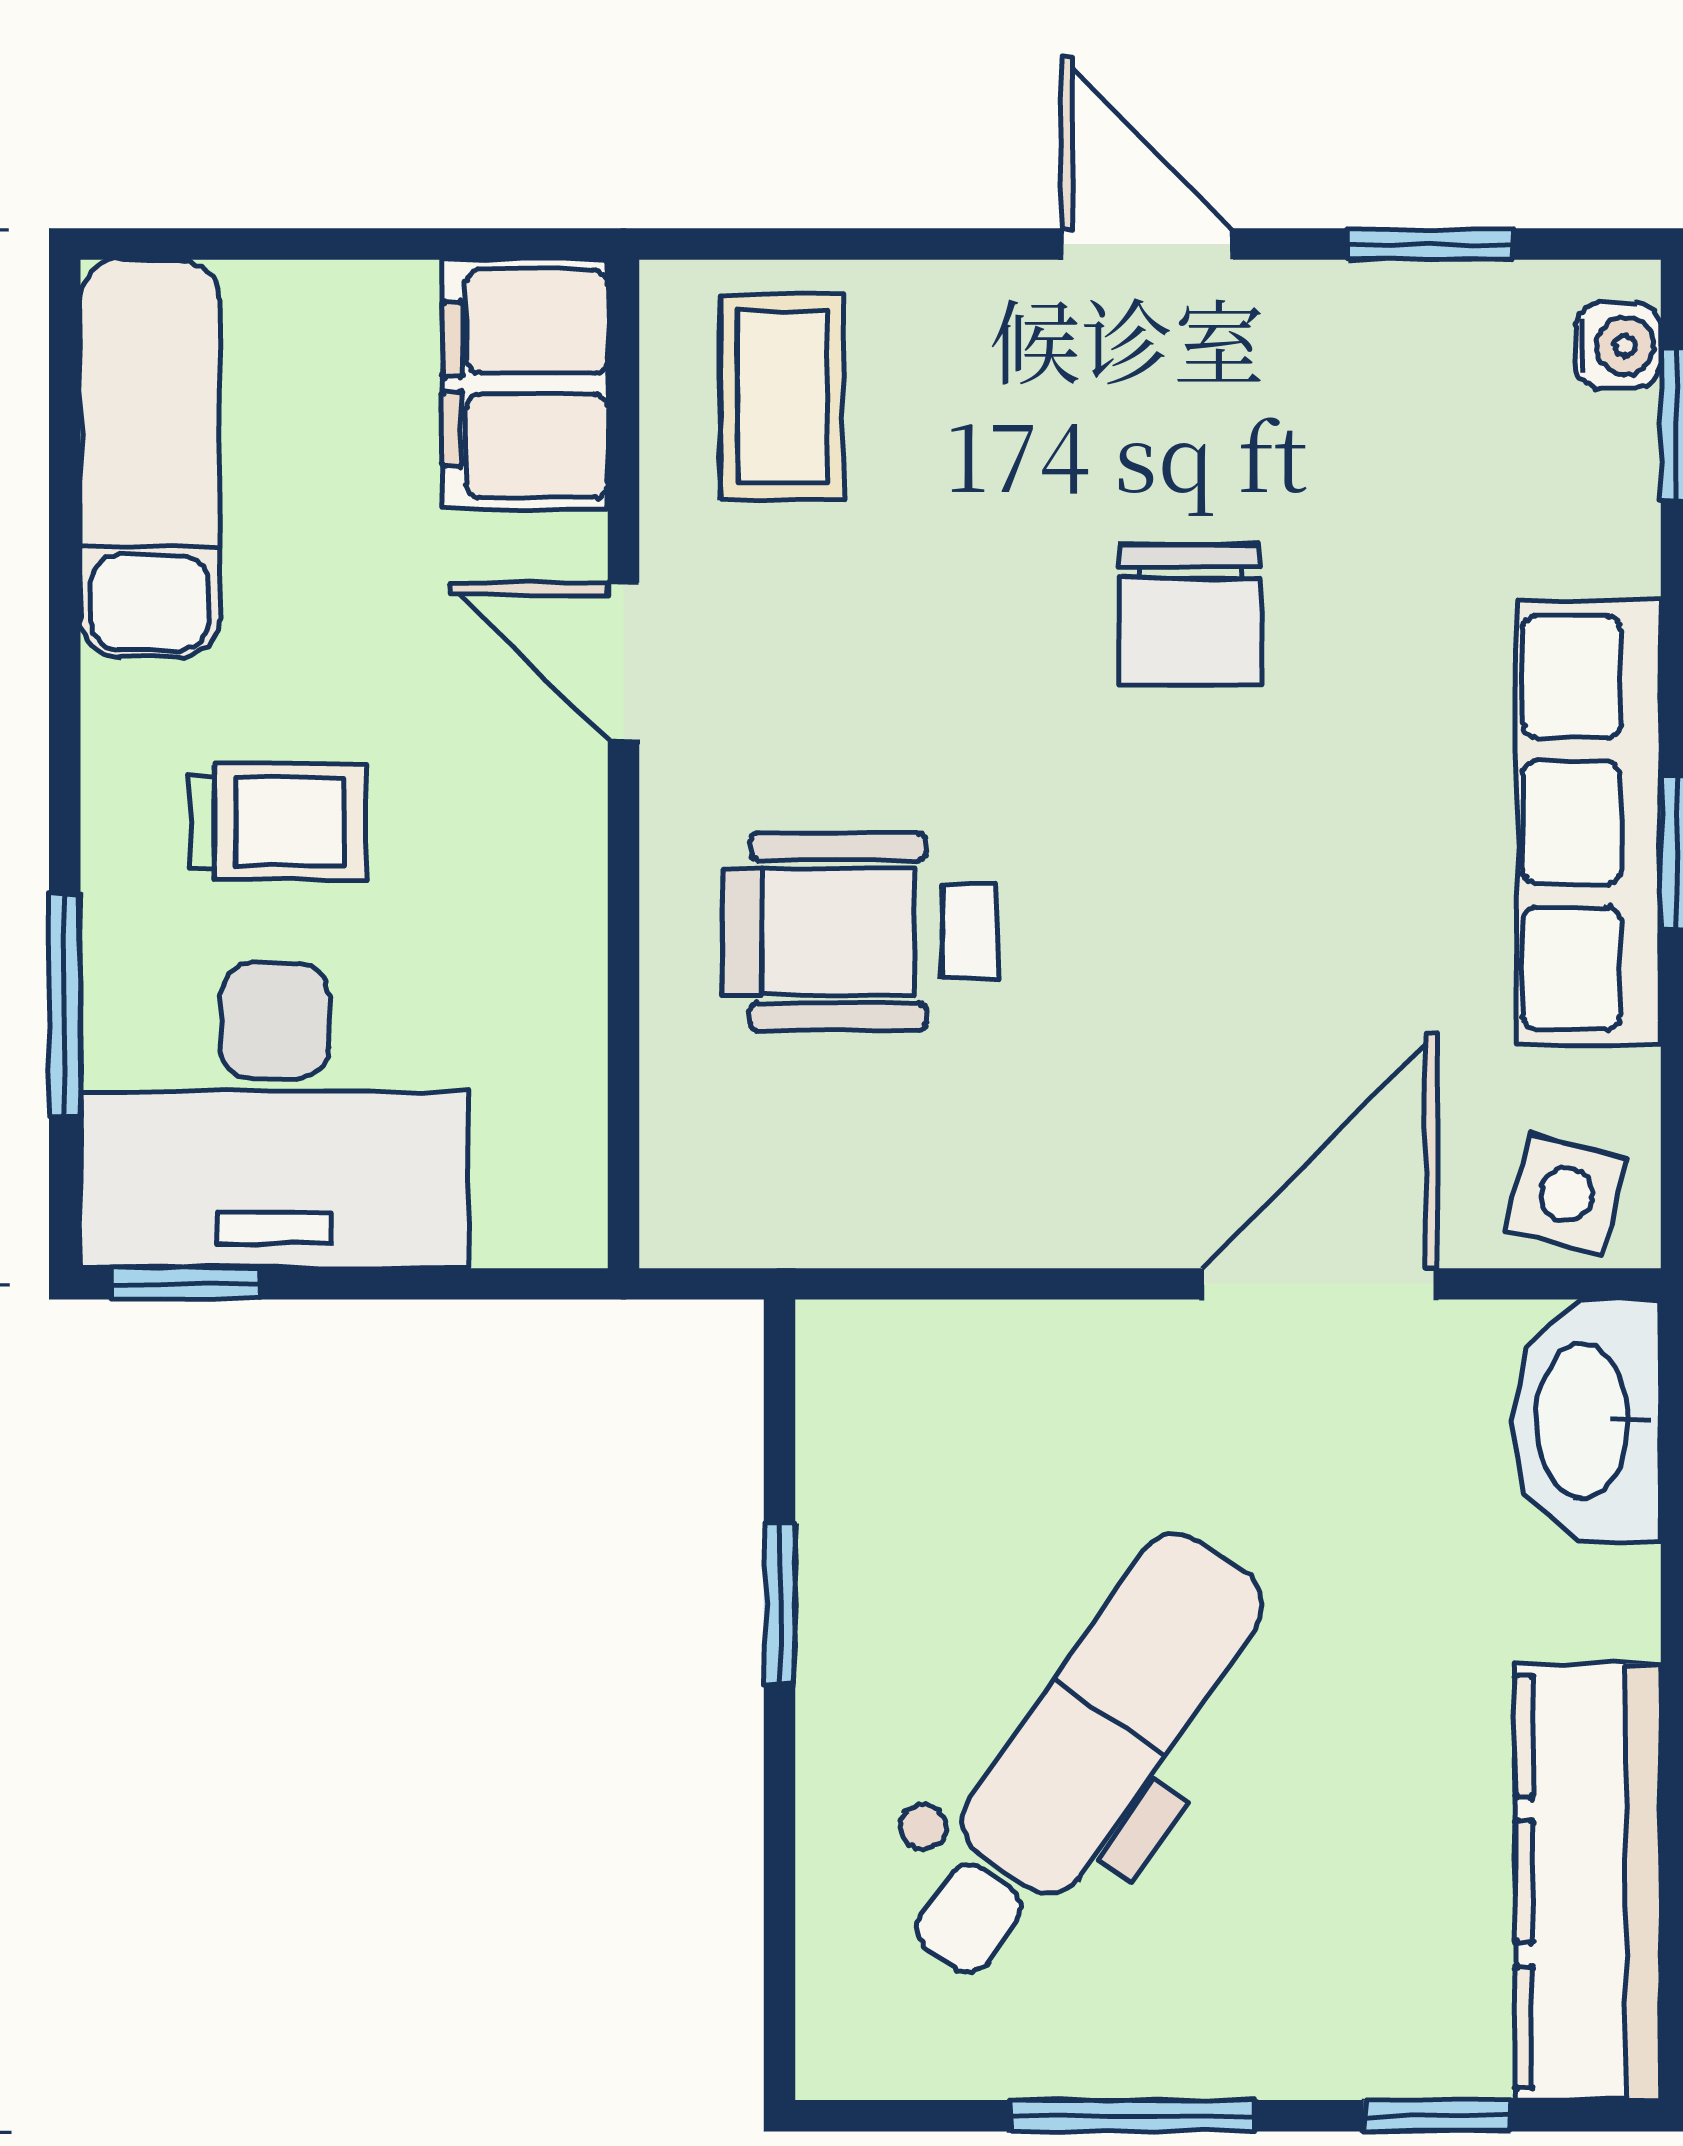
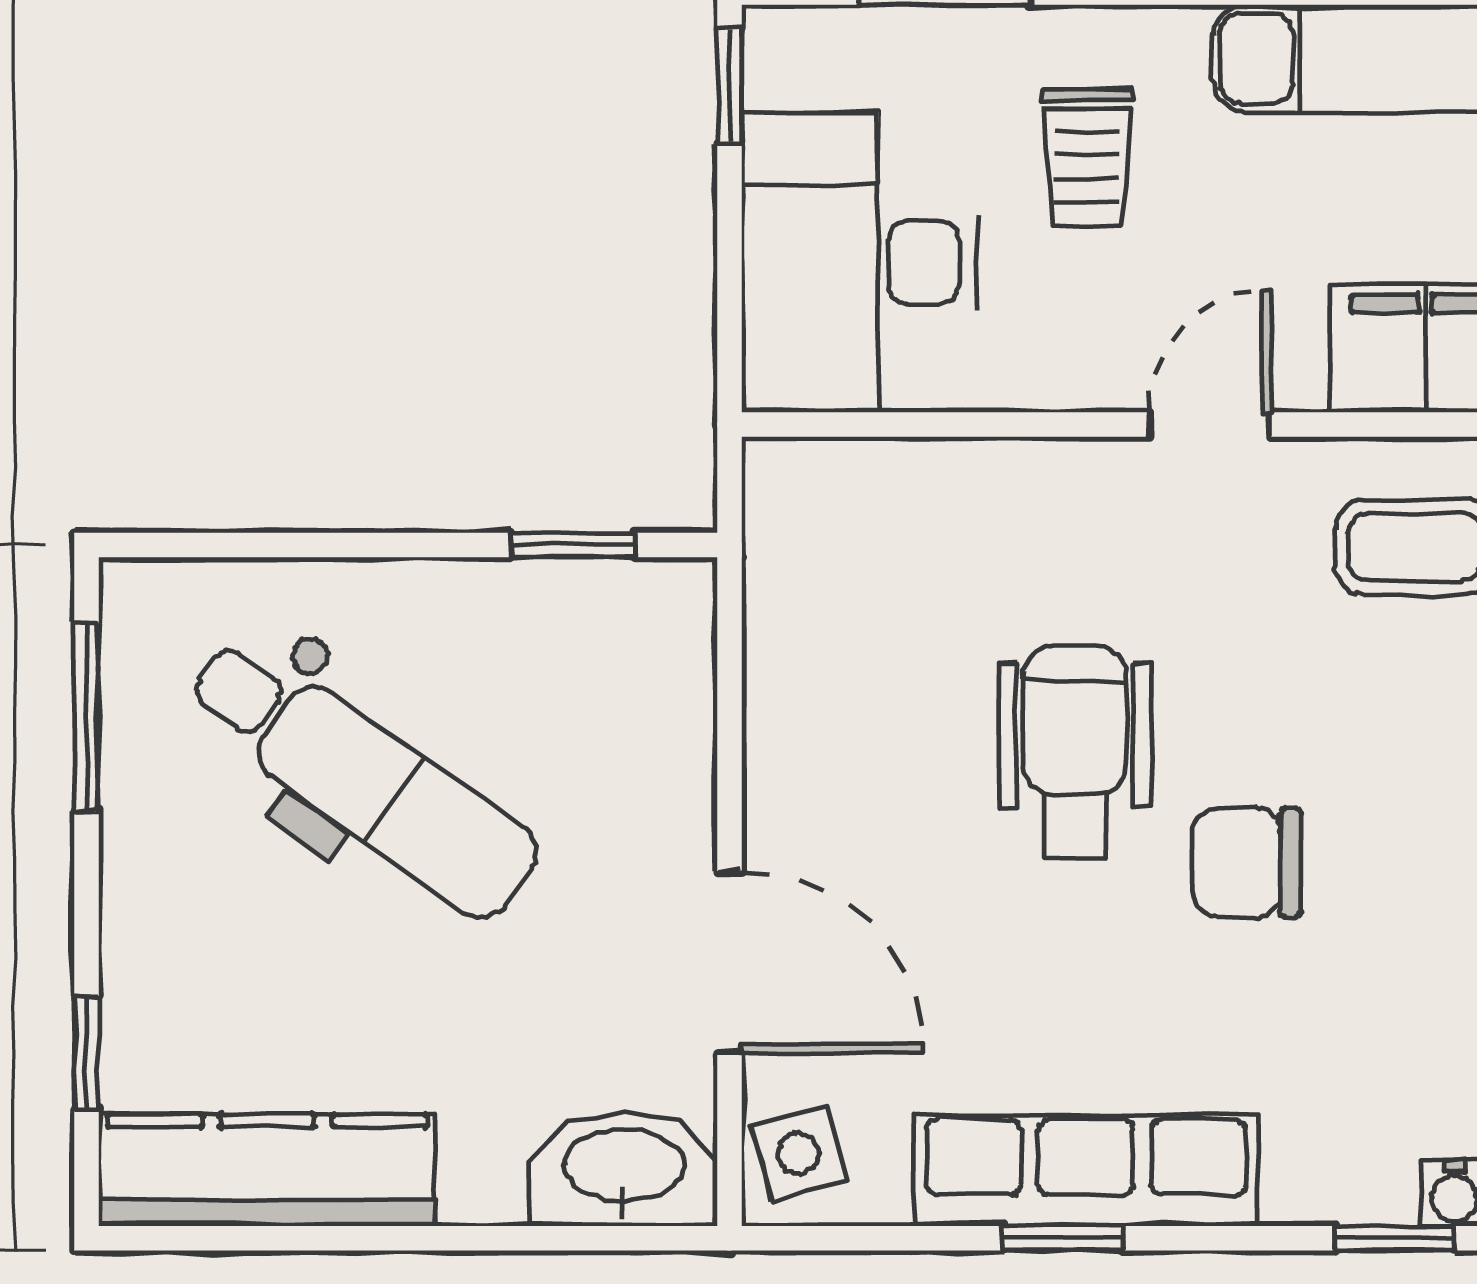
wheelchair: (860, 932) -> (1075, 752), moved
desk: (274, 1116) -> (859, 262), moved
side table: (1566, 1194) -> (799, 1153), turned -30
window: (780, 1604) -> (573, 545), moved
window: (1132, 2116) -> (87, 717), moved

